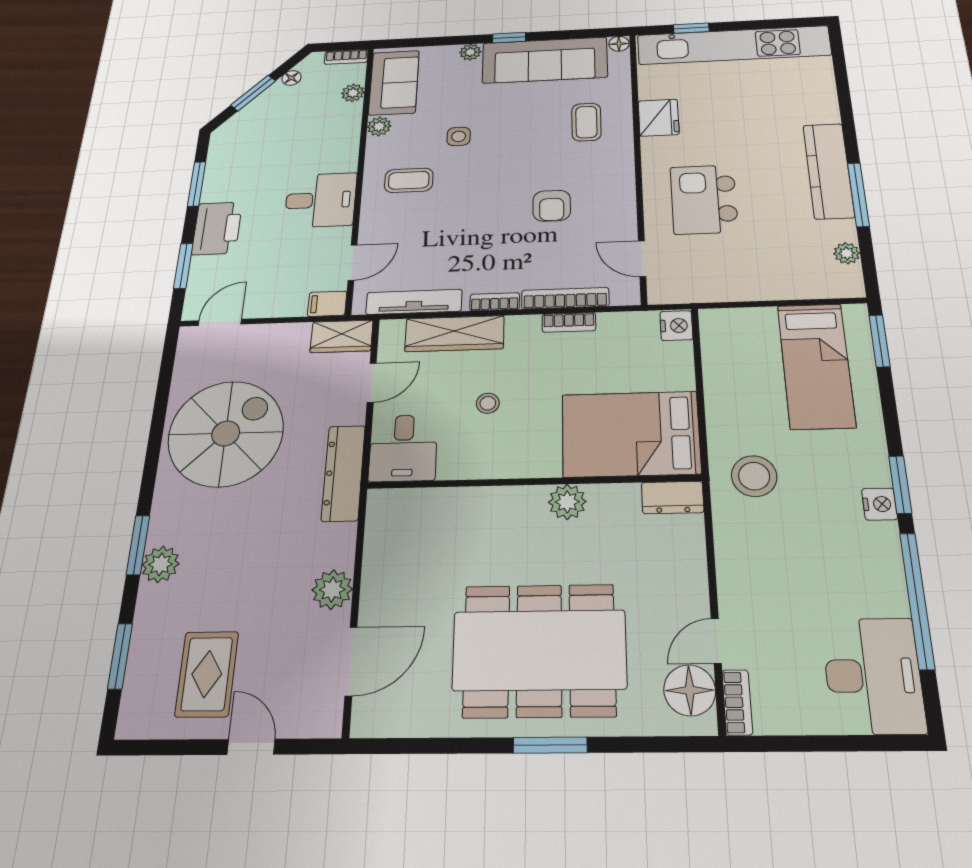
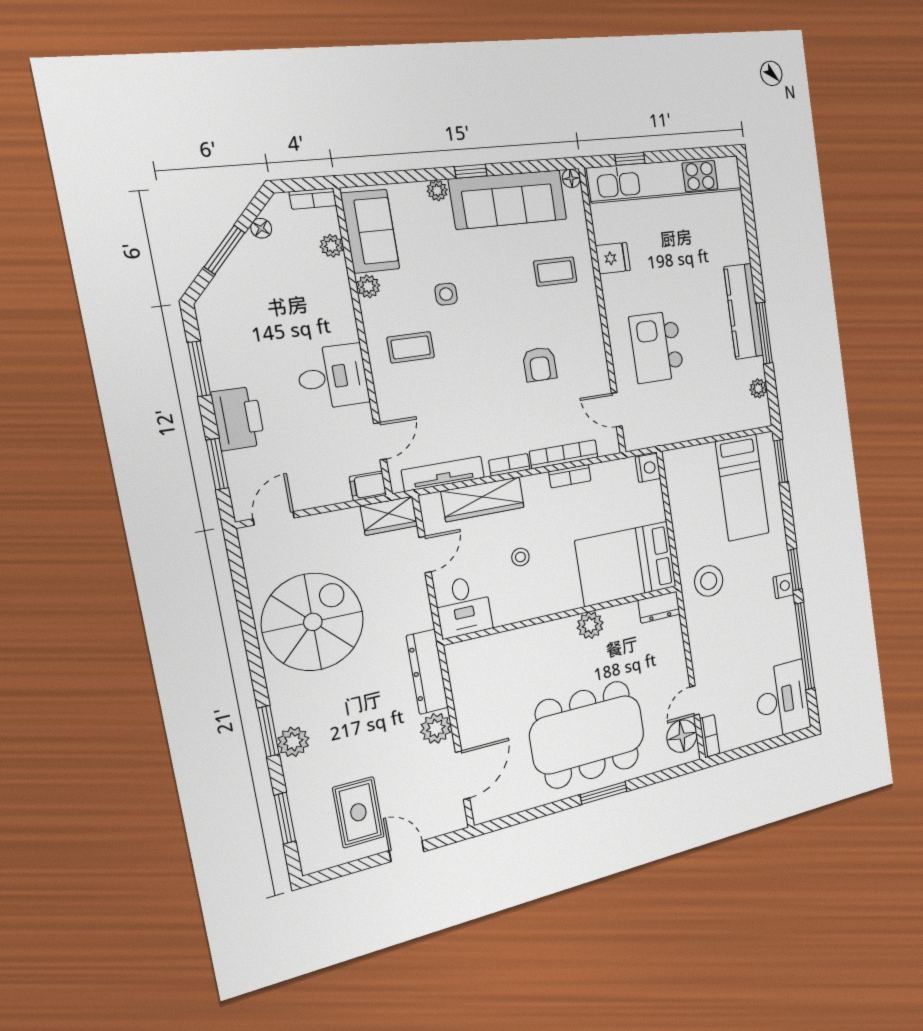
fridge: (659, 118) -> (613, 258), width x0.72
coffee table: (586, 122) -> (555, 272), turned 90
dresser: (343, 473) -> (427, 672), moved

